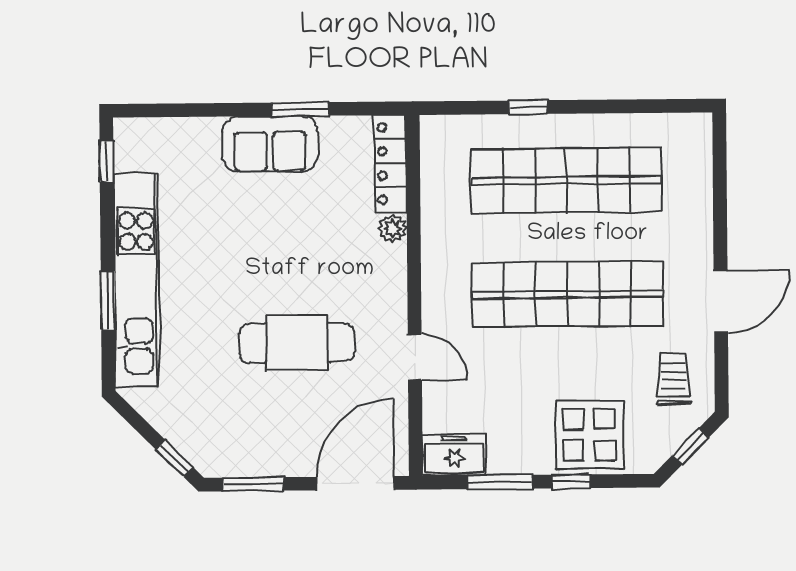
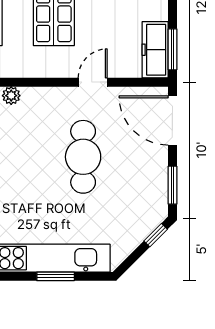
freezer: (454, 455) -> (155, 50), width x1.40
window: (500, 482) -> (172, 49), moved

